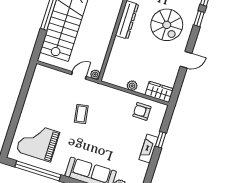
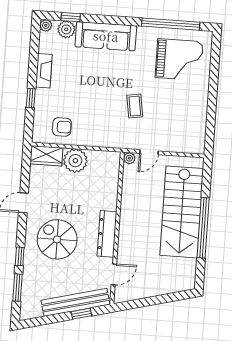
plant: (132, 86) -> (75, 161), width x1.87, depth x1.87
fireplace: (149, 149) -> (44, 71), moved

